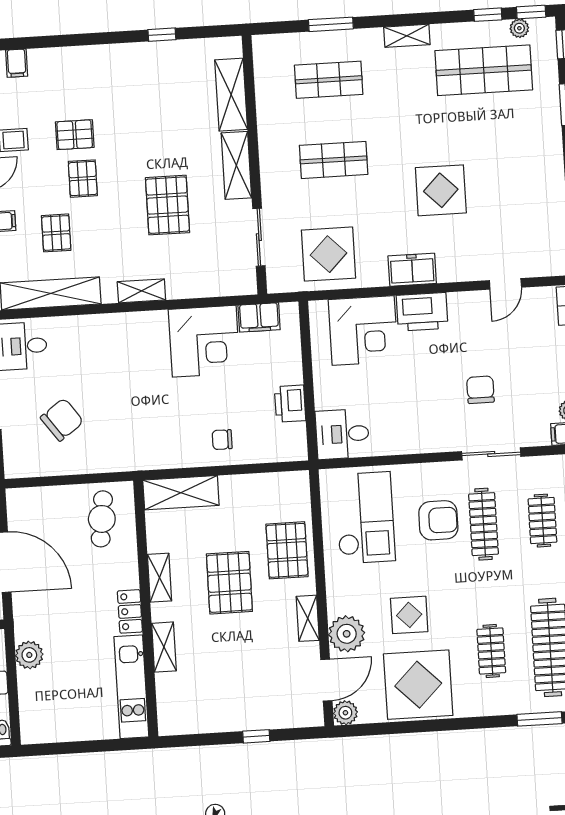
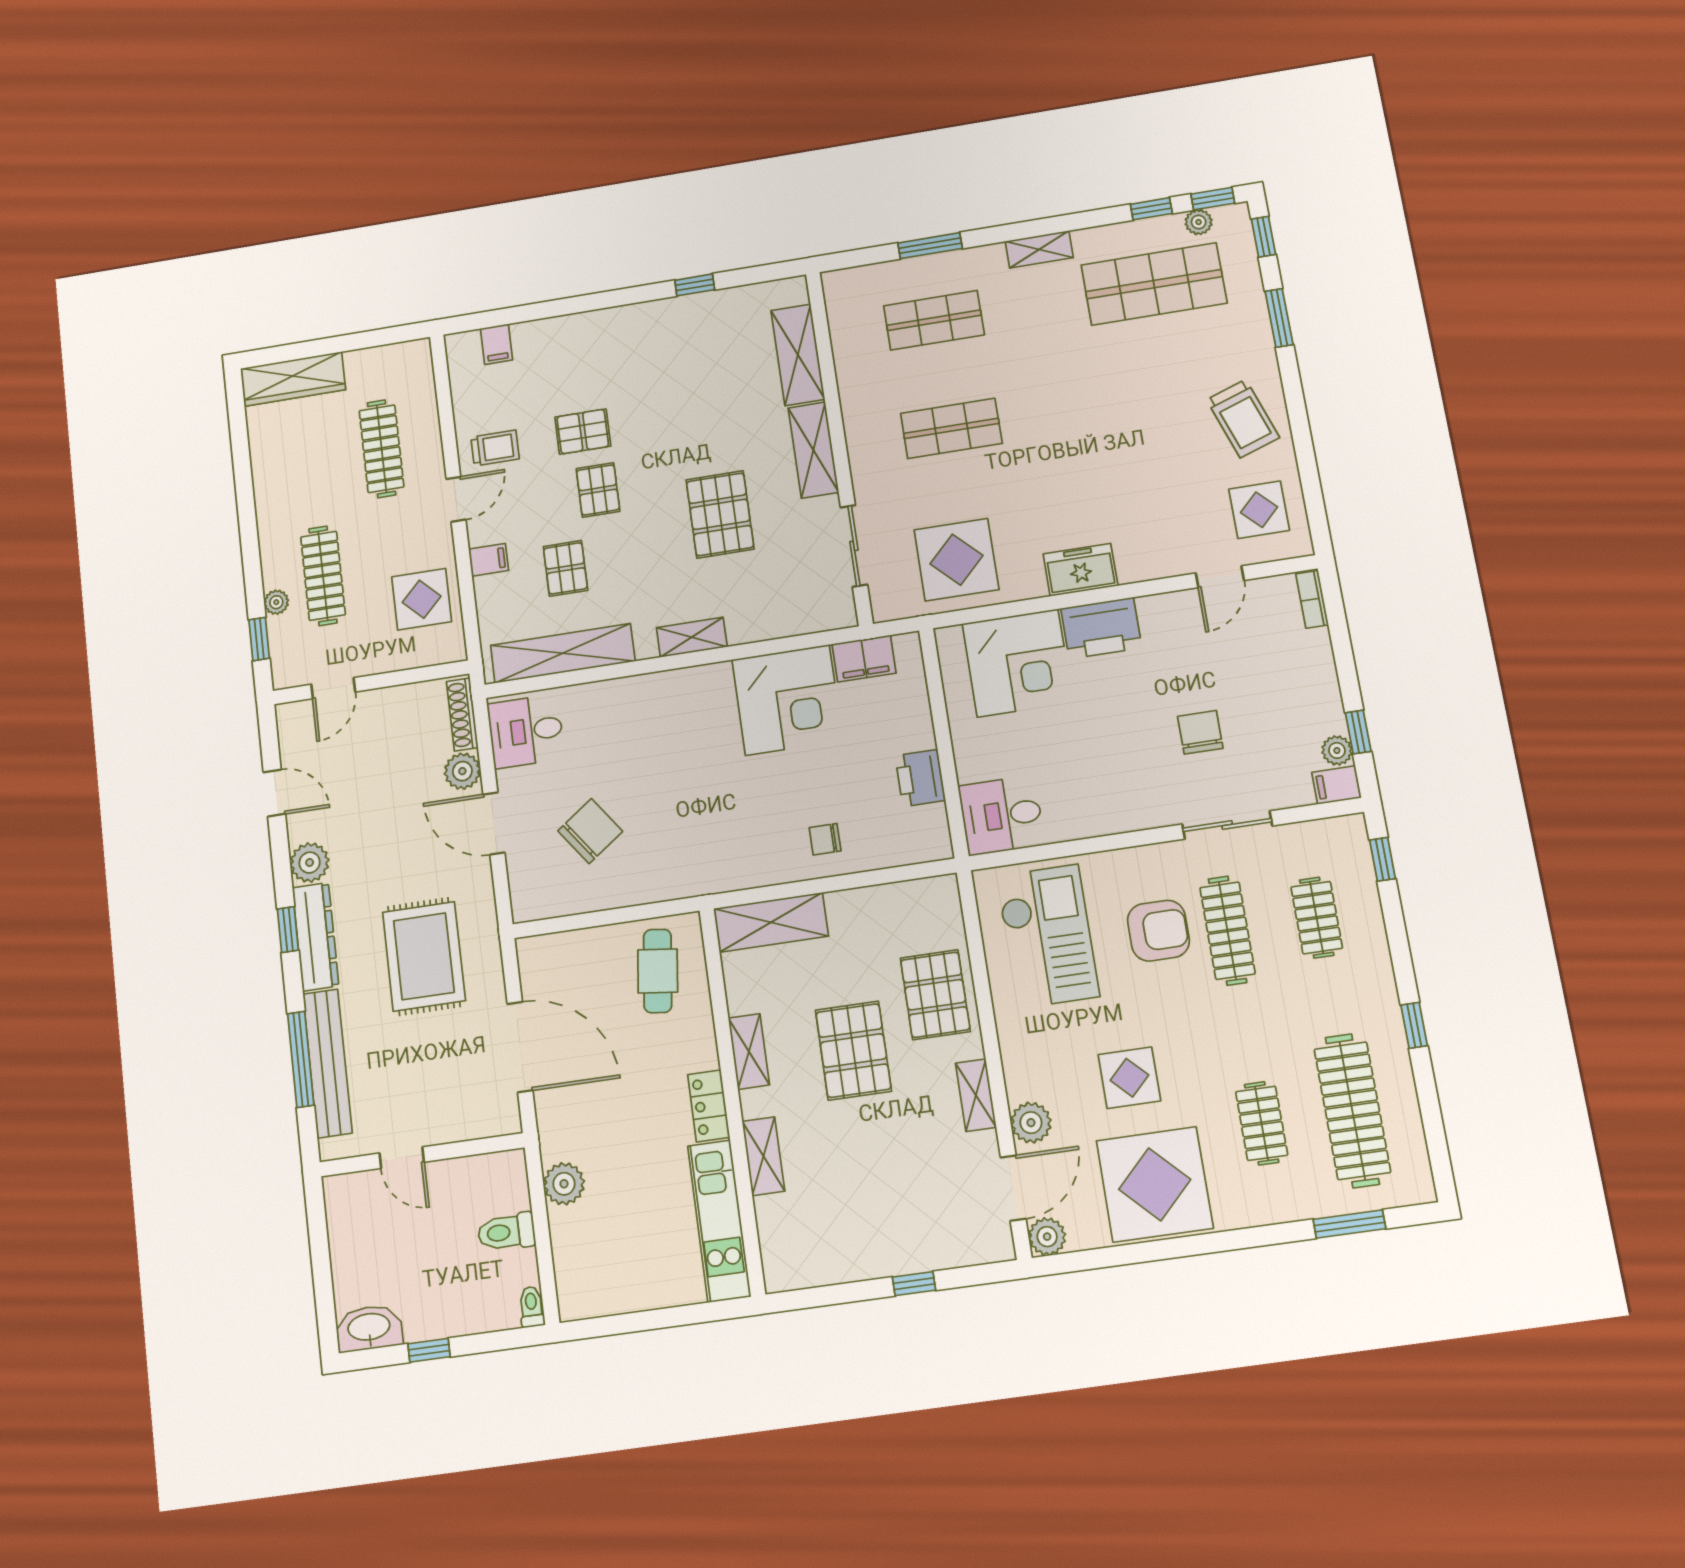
trolley: (534, 174) -> (1243, 419), added
display table: (441, 190) -> (1259, 510), moved, width x0.73, depth x0.73
plant: (347, 634) -> (1031, 1123), width x0.73, depth x0.73

